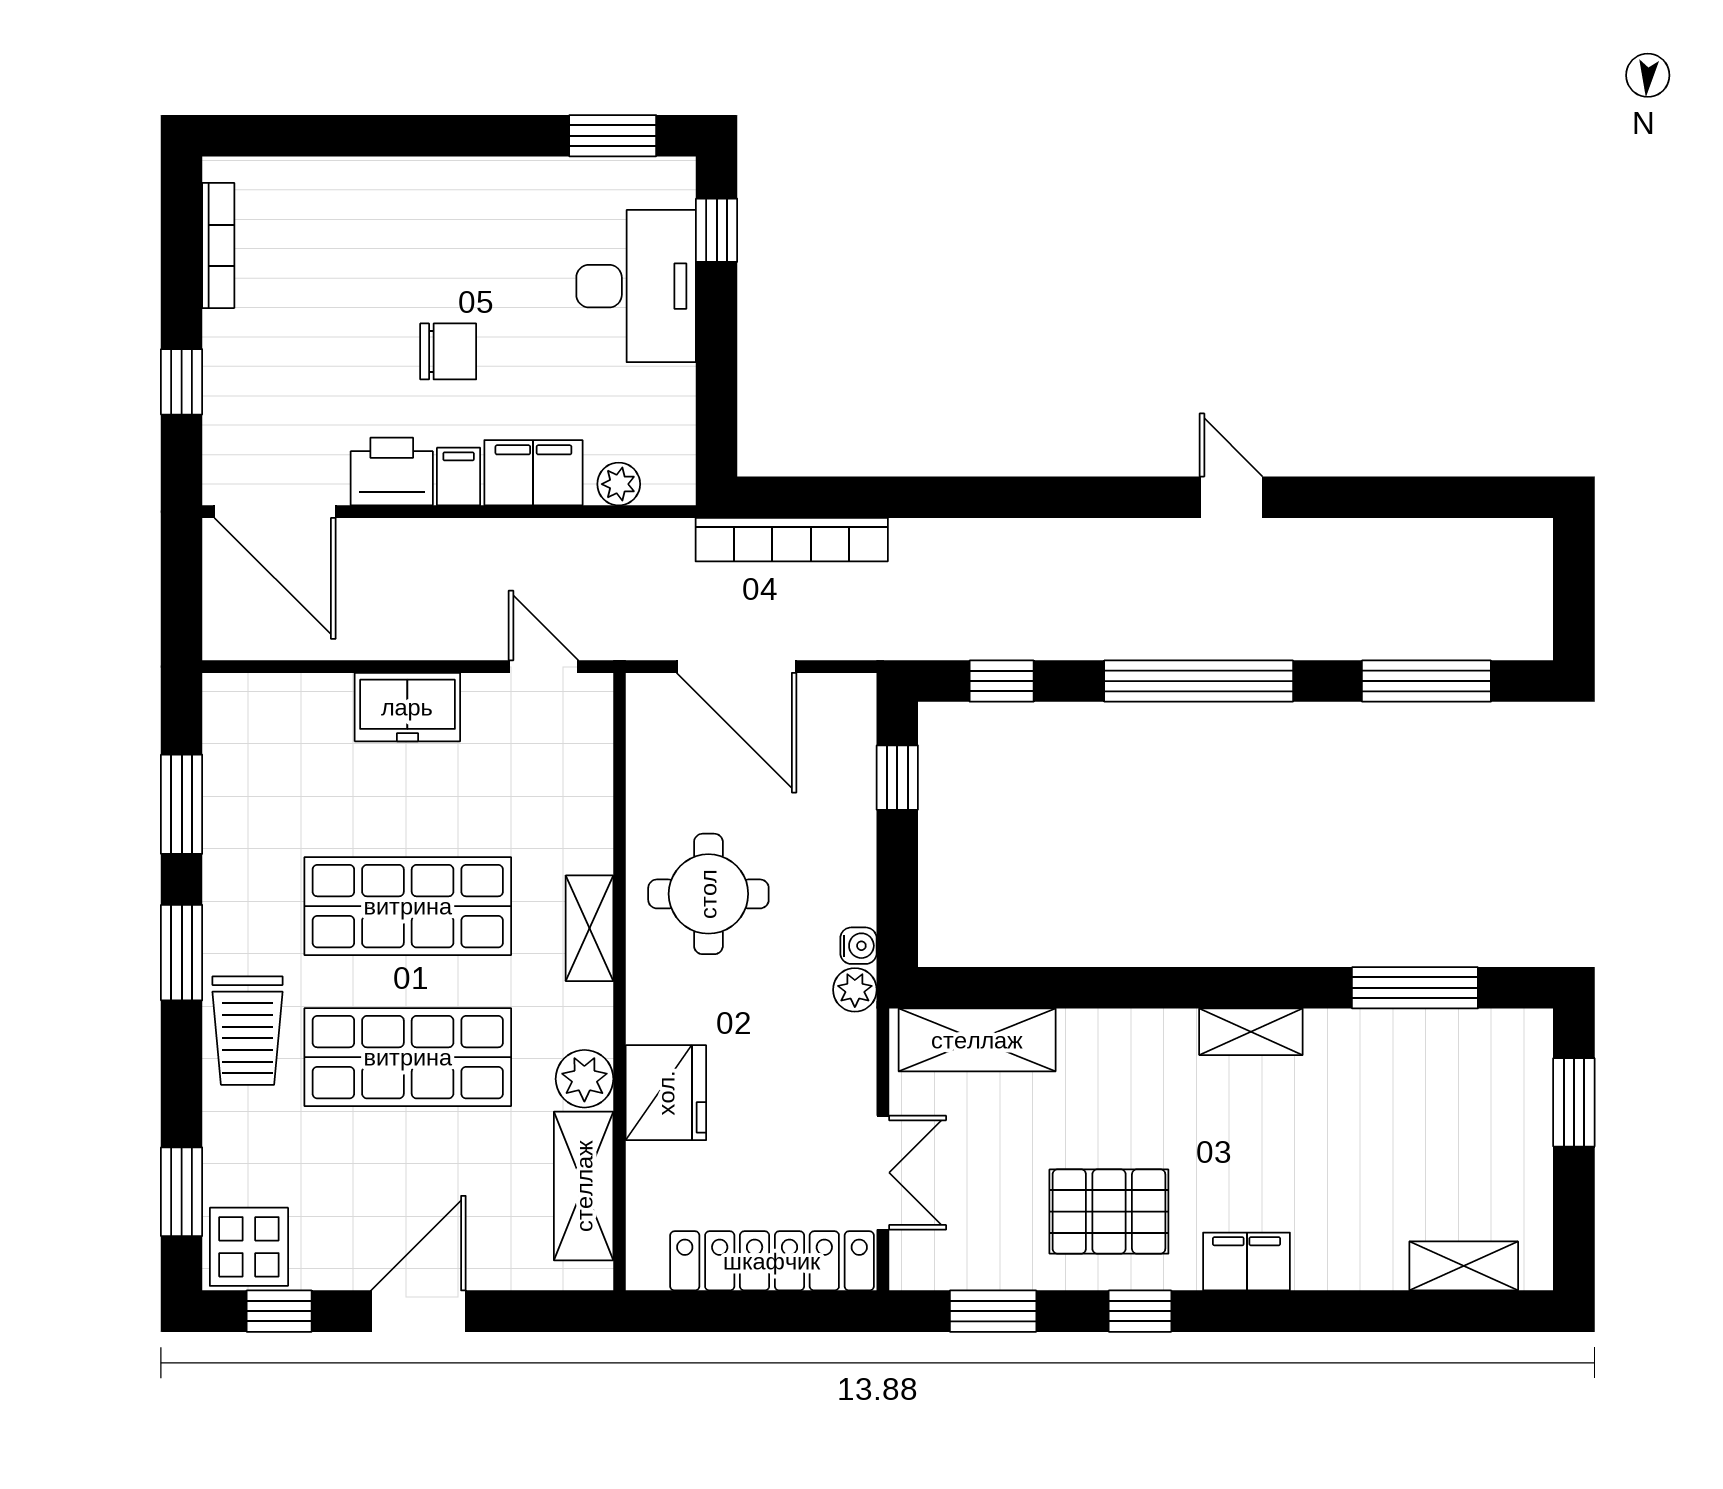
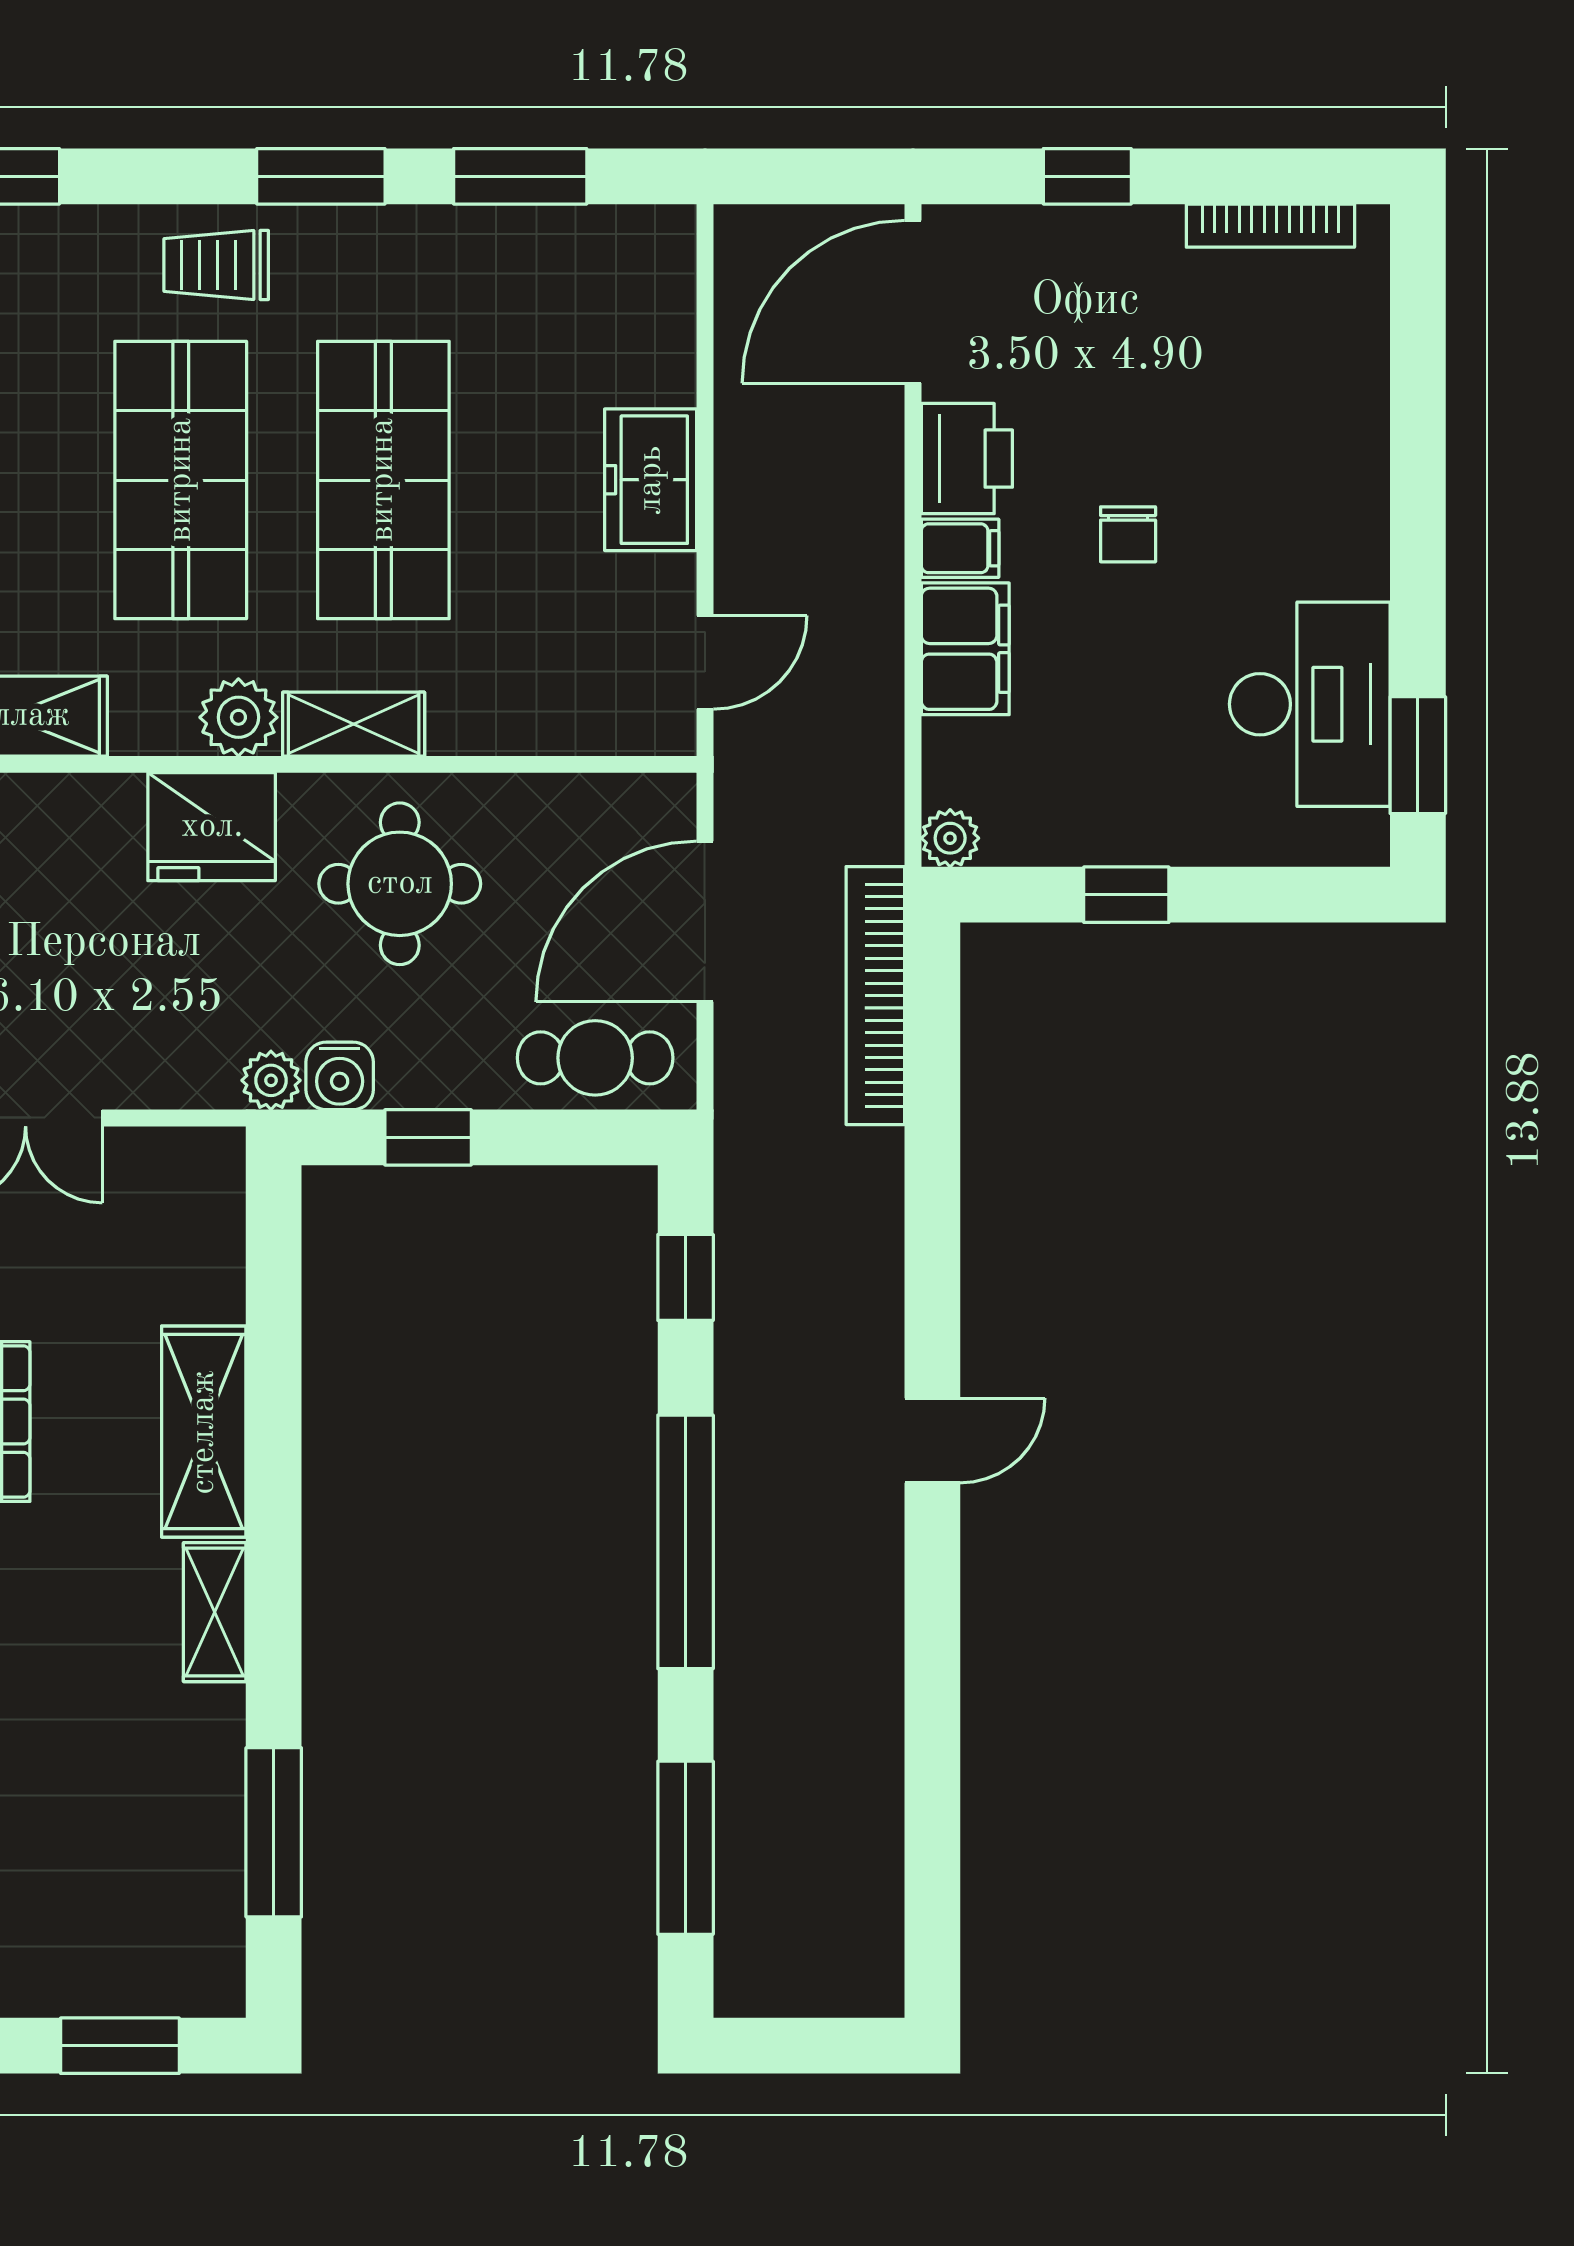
window: (717, 230) -> (1126, 895), moved
desk: (636, 286) -> (1310, 704), moved, turned -90
chair: (448, 351) -> (1128, 534), width x0.73, depth x0.73
plant: (619, 484) -> (950, 838), moved
door: (1231, 497) -> (932, 1440), moved
cafe table: (838, 748) -> (595, 1058), added
window: (897, 778) -> (428, 1137), moved
water cooler: (858, 946) -> (340, 1076), width x1.38, depth x1.38
trolley: (248, 1031) -> (216, 265), width x0.73, depth x0.72
shelving: (977, 1040) -> (204, 1432), moved
plant: (584, 1079) -> (238, 717), moved
fridge: (666, 1093) -> (212, 827), moved

